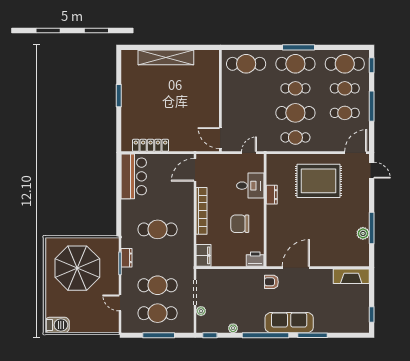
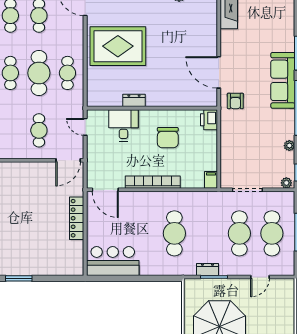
cafe table: (246, 113) -> (39, 130), added
locker: (151, 145) -> (77, 218), moved
rug: (318, 181) -> (118, 46), turned 90
filing cabinet: (204, 255) -> (211, 180), width x0.50
plant: (201, 311) -> (286, 183), moved

